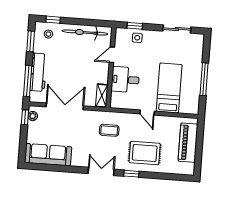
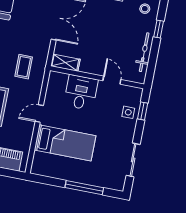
window: (53, 20) -> (159, 29), moved
bicycle: (85, 32) -> (144, 52), width x0.73, depth x0.71
window: (204, 79) -> (84, 188), moved

